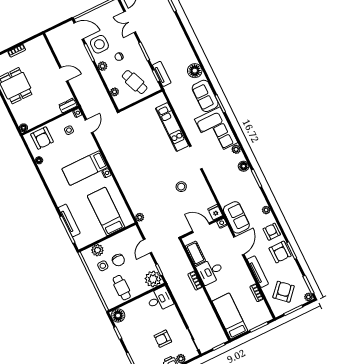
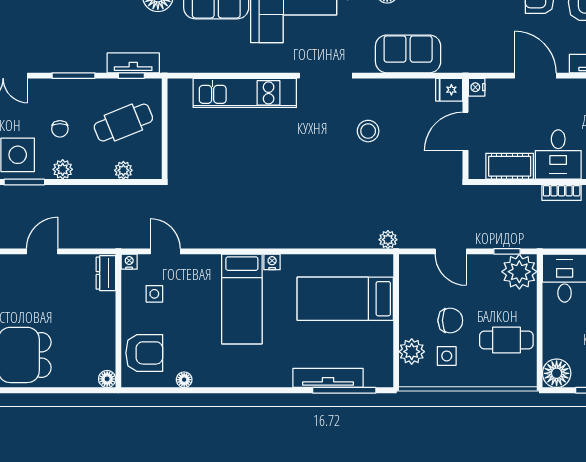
sofa: (236, 217) -> (408, 54), moved

